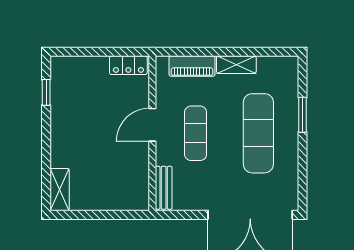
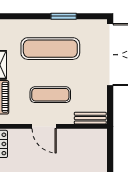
window: (303, 115) -> (64, 16), moved

